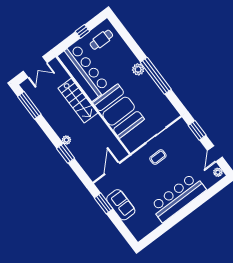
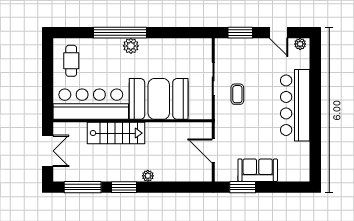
window: (83, 31) -> (48, 74), removed
window: (156, 76) -> (120, 33), moved
window: (66, 153) -> (124, 187), moved

